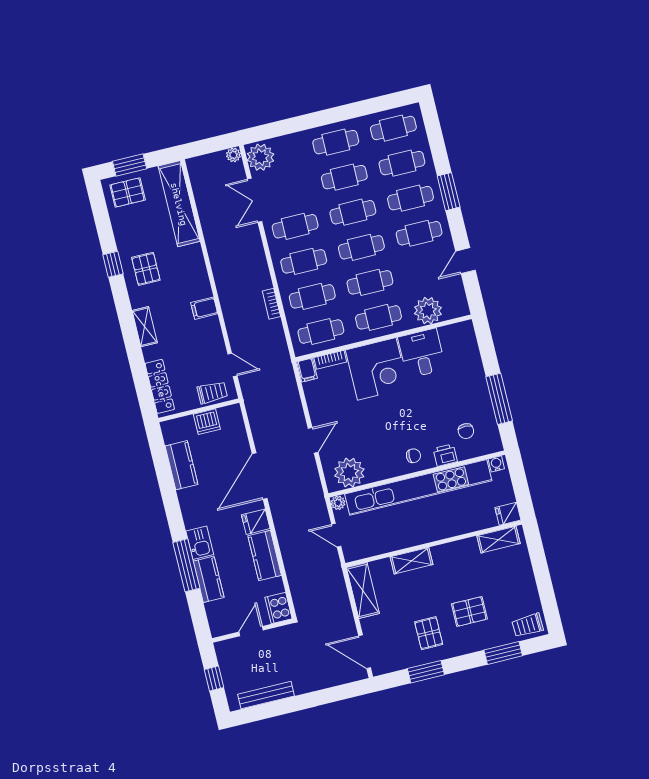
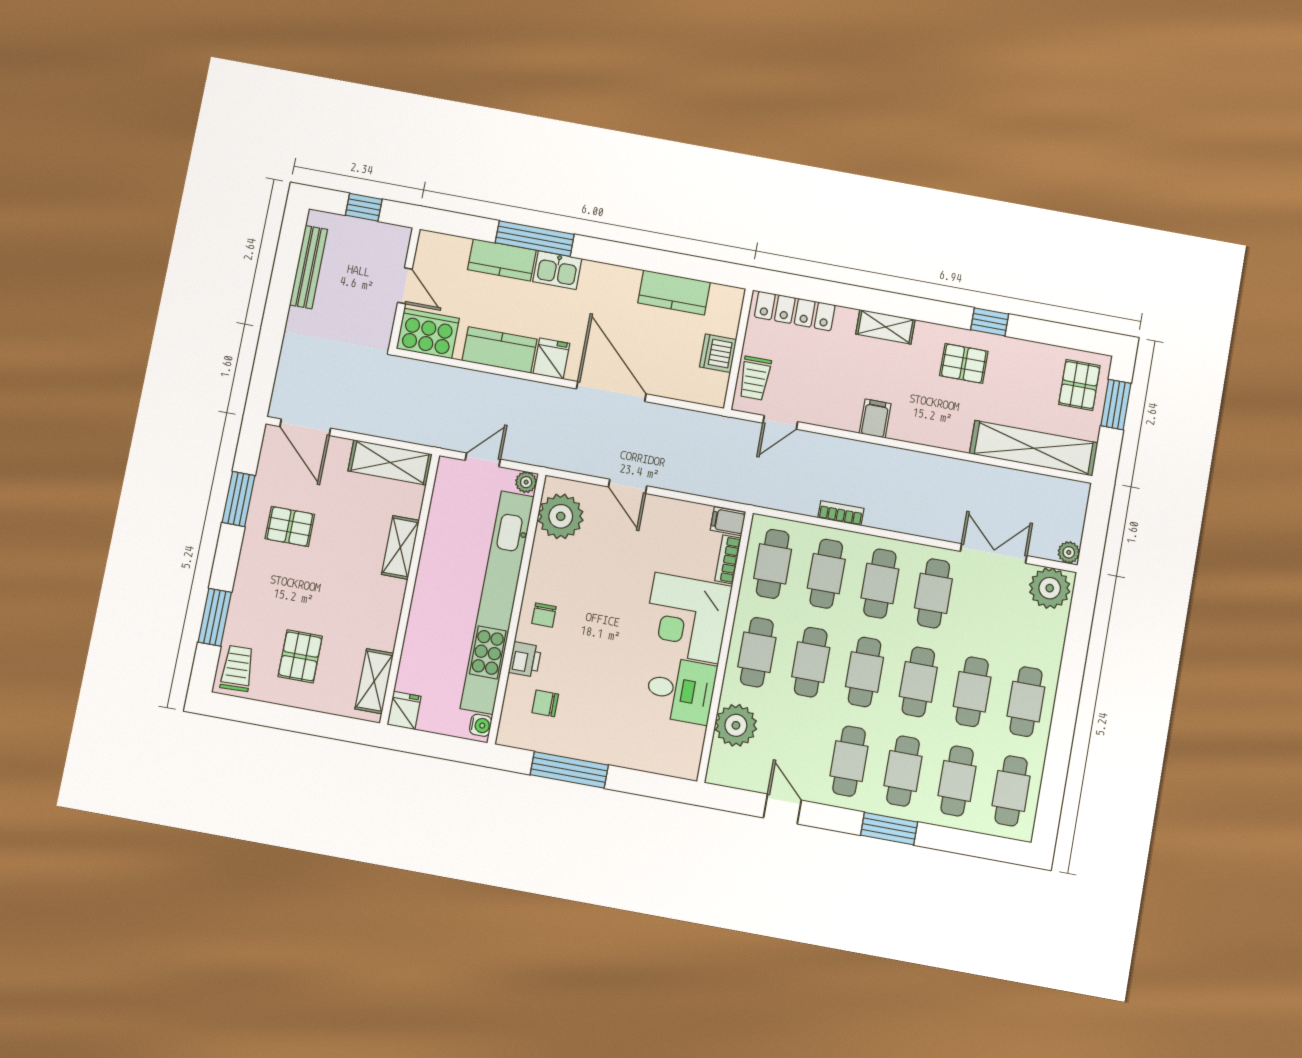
cooker: (279, 608) -> (428, 333), width x1.37, depth x1.31
pallet: (469, 611) -> (300, 656), moved
door: (365, 652) -> (305, 427), swing flipped

